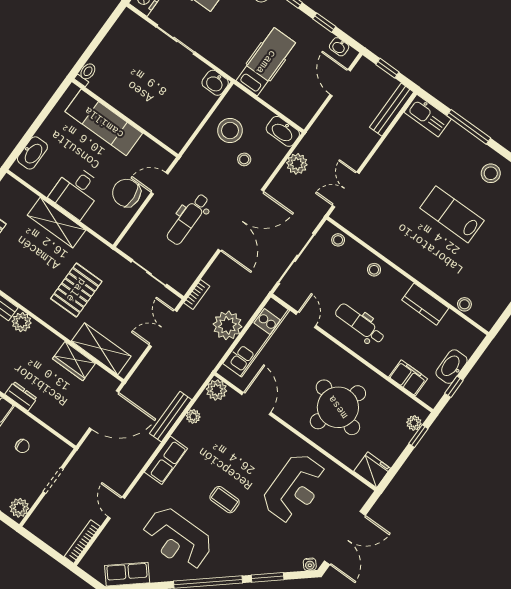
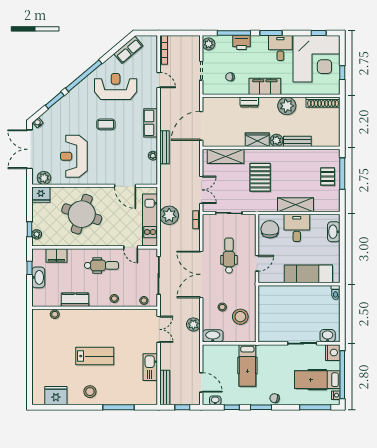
washbasin: (215, 83) -> (328, 336), moved
kitchen sink: (428, 116) -> (150, 367), moved, turned -90
chair: (126, 193) -> (270, 229), moved, turned -86
wardrobe: (74, 361) -> (257, 140), moved
plant: (216, 390) -> (44, 178), moved

